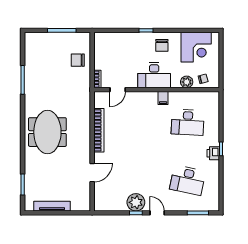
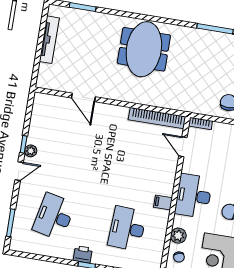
bookcase: (99, 130) -> (157, 118), moved
meeting table: (47, 132) -> (144, 49), turned 90
plant: (136, 202) -> (31, 151), width x0.53, depth x0.53

